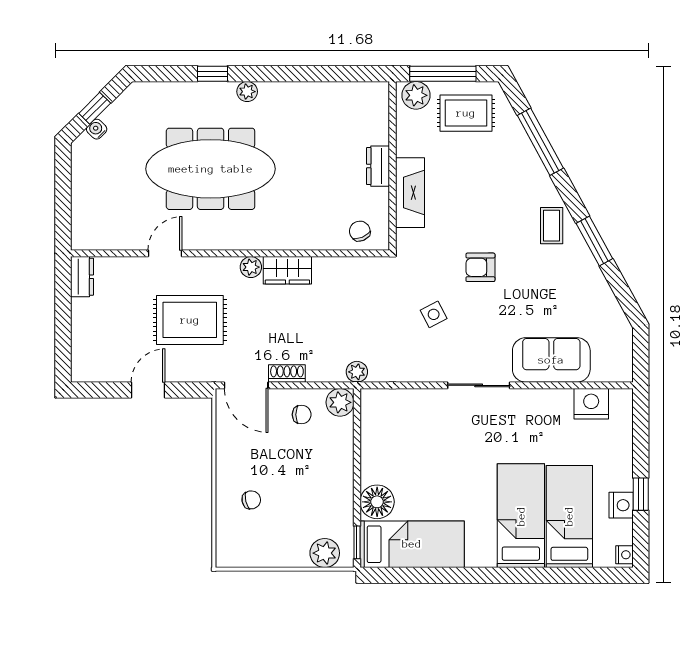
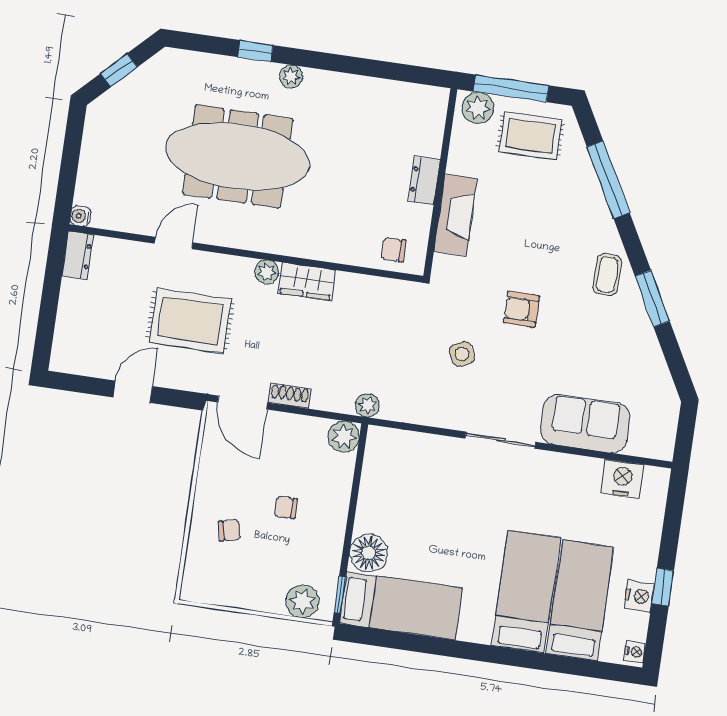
water cooler: (97, 129) -> (80, 216), moved, turned -45
chair: (360, 231) -> (393, 250), turned -67
chair: (302, 415) -> (286, 507), moved, turned 180

